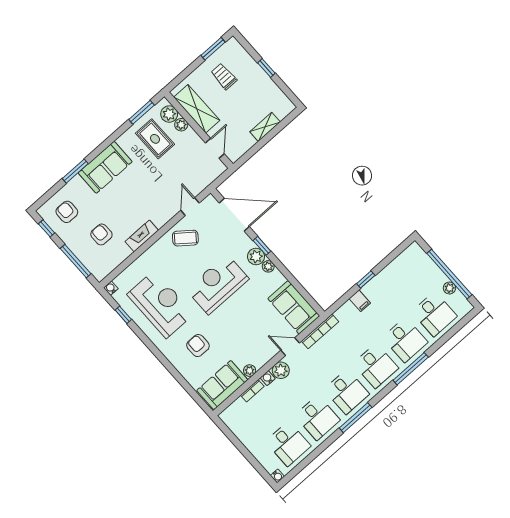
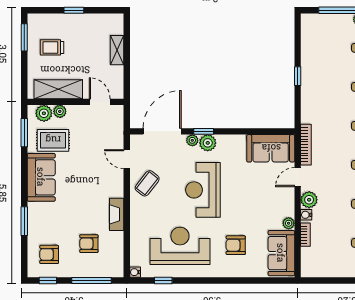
sofa: (105, 167) -> (41, 177), moved
plant: (268, 266) -> (192, 140), moved
filing cabinet: (360, 301) -> (310, 95), removed

